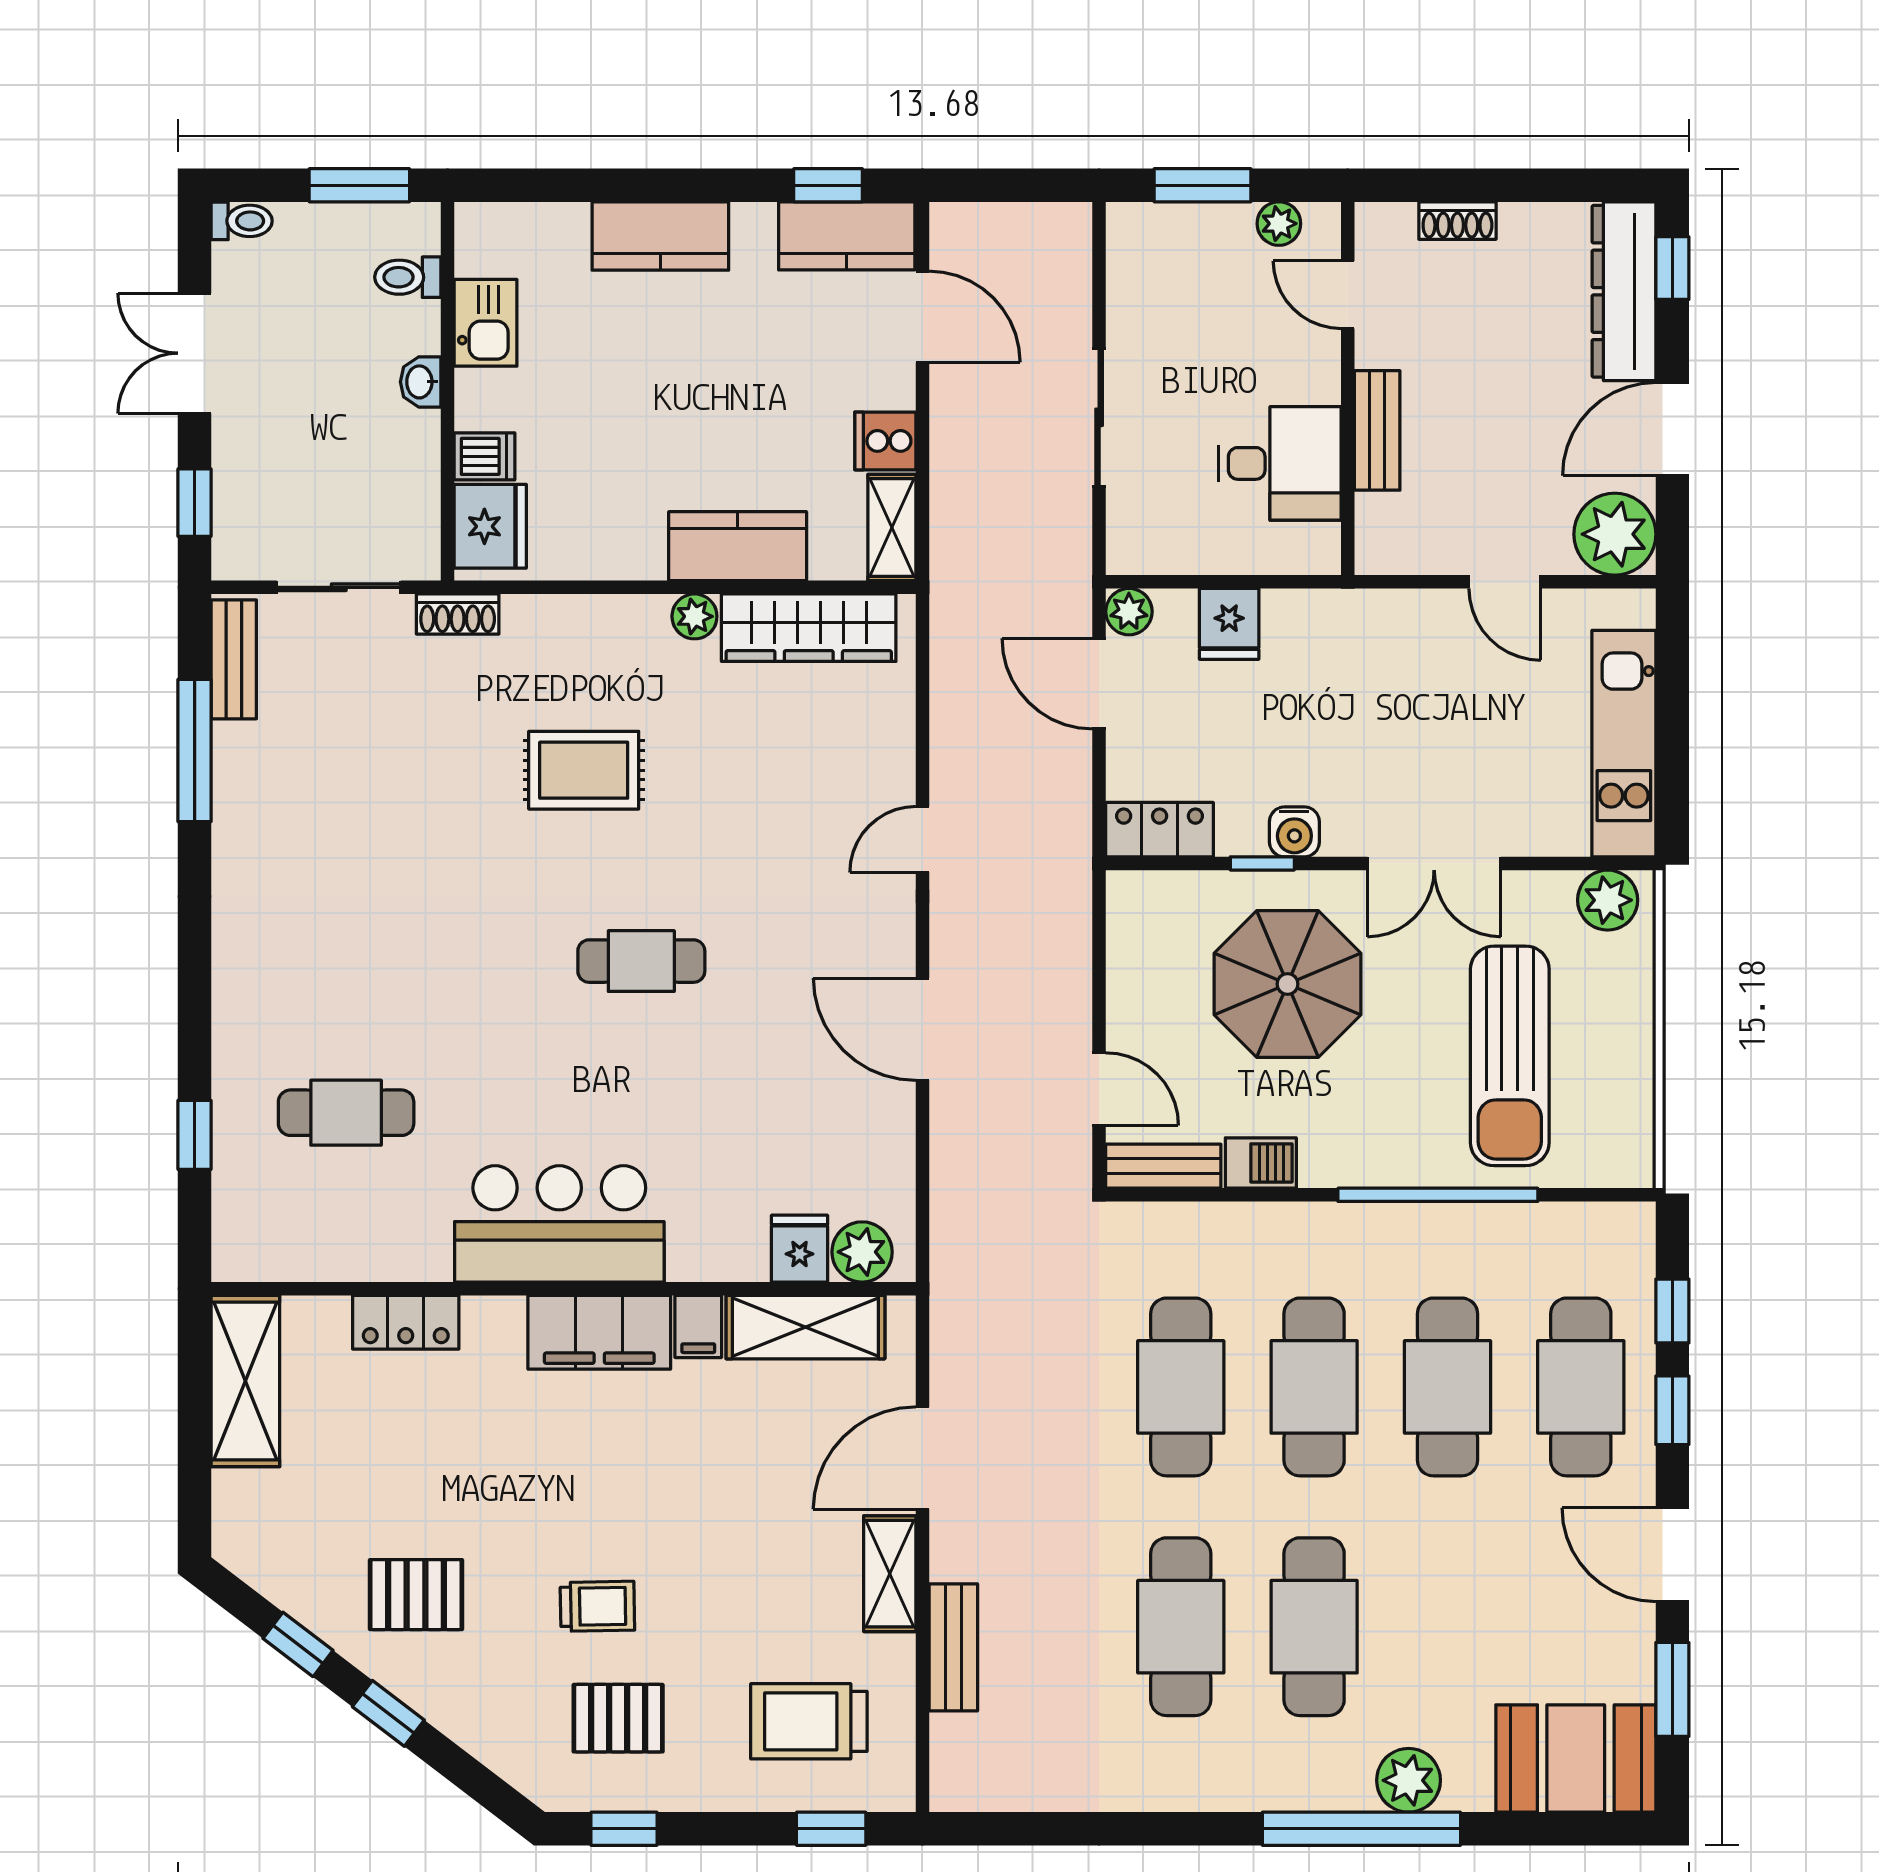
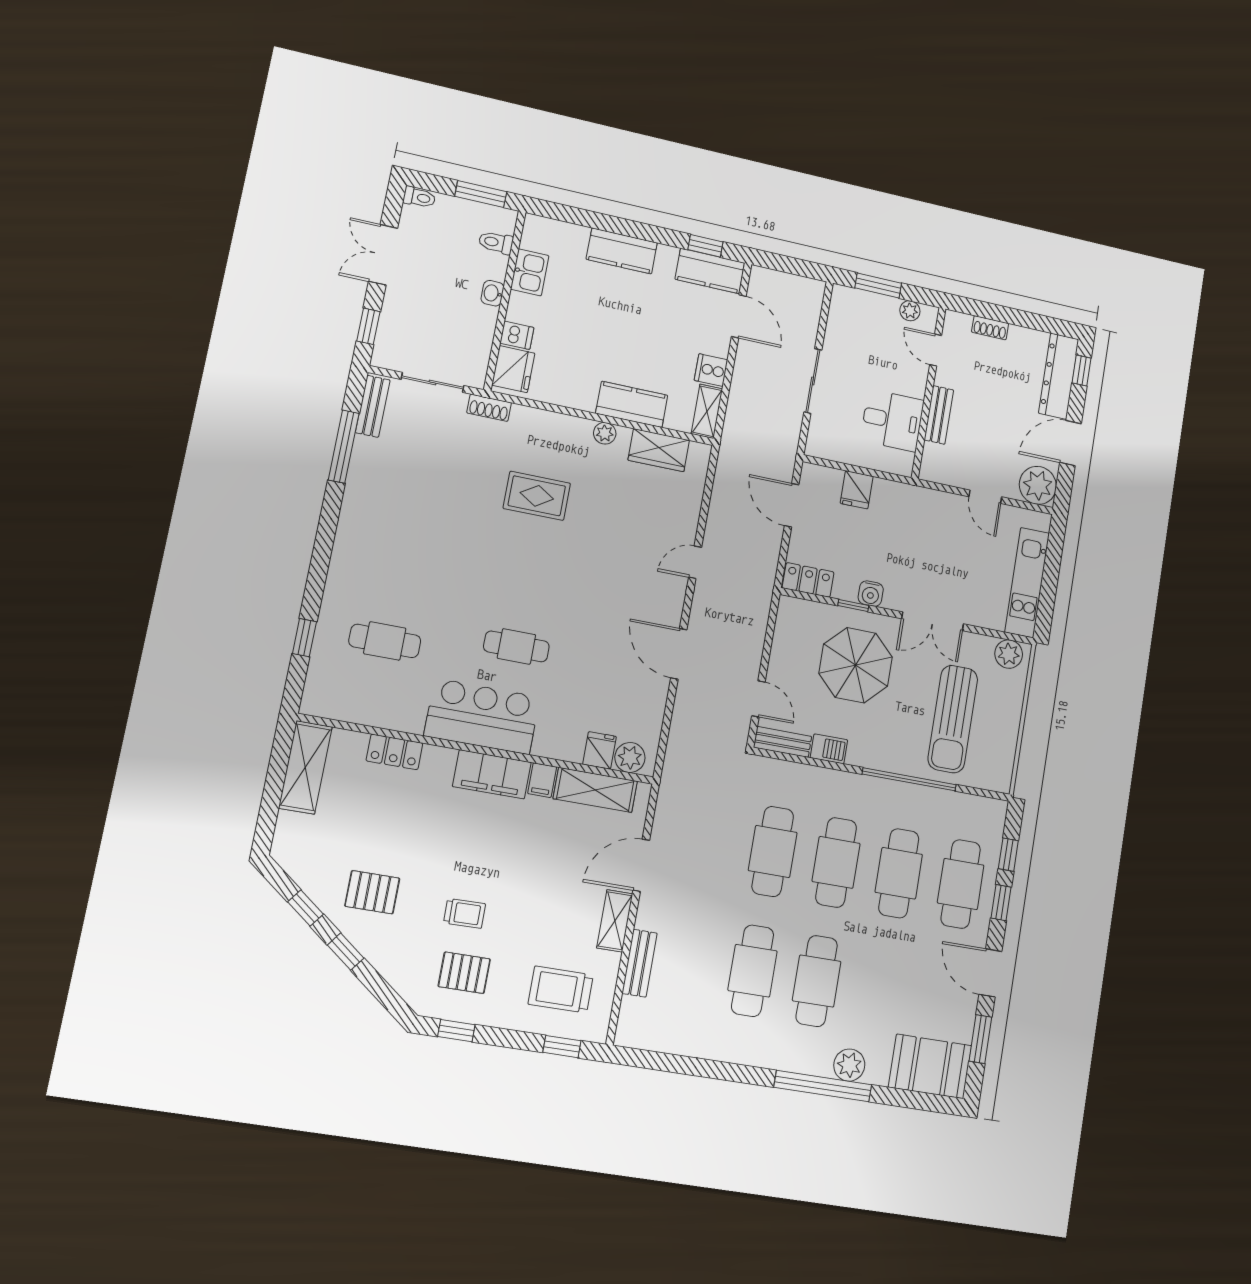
plant: (1129, 612) -> (811, 474), removed
wardrobe: (809, 628) -> (659, 450), width x0.67
cafe table: (641, 961) -> (516, 646), moved

